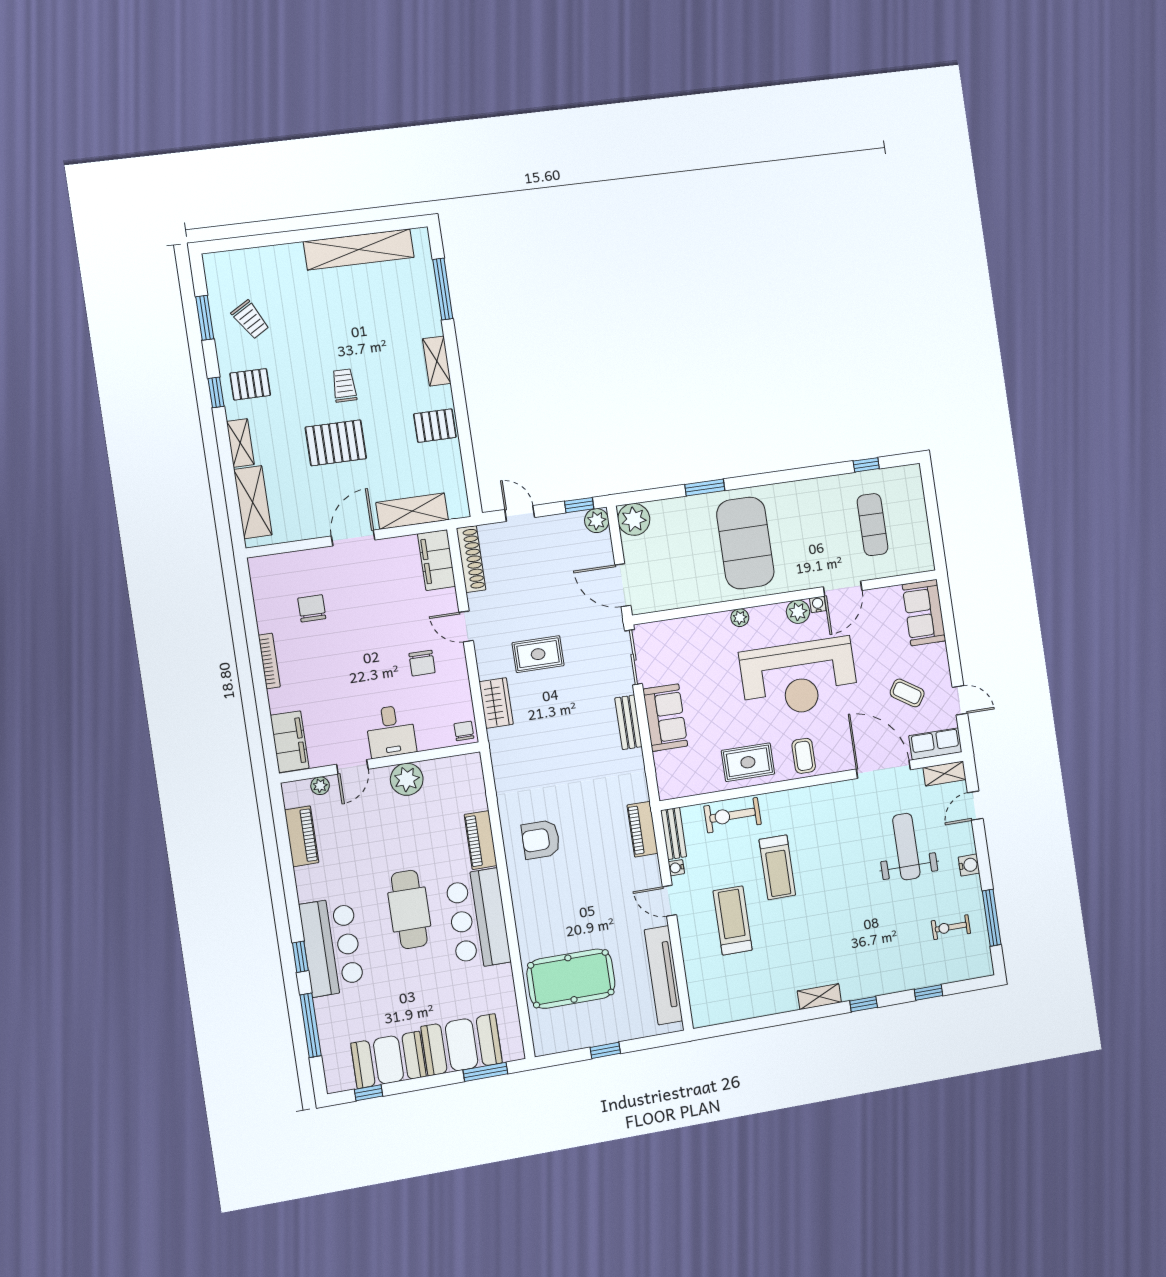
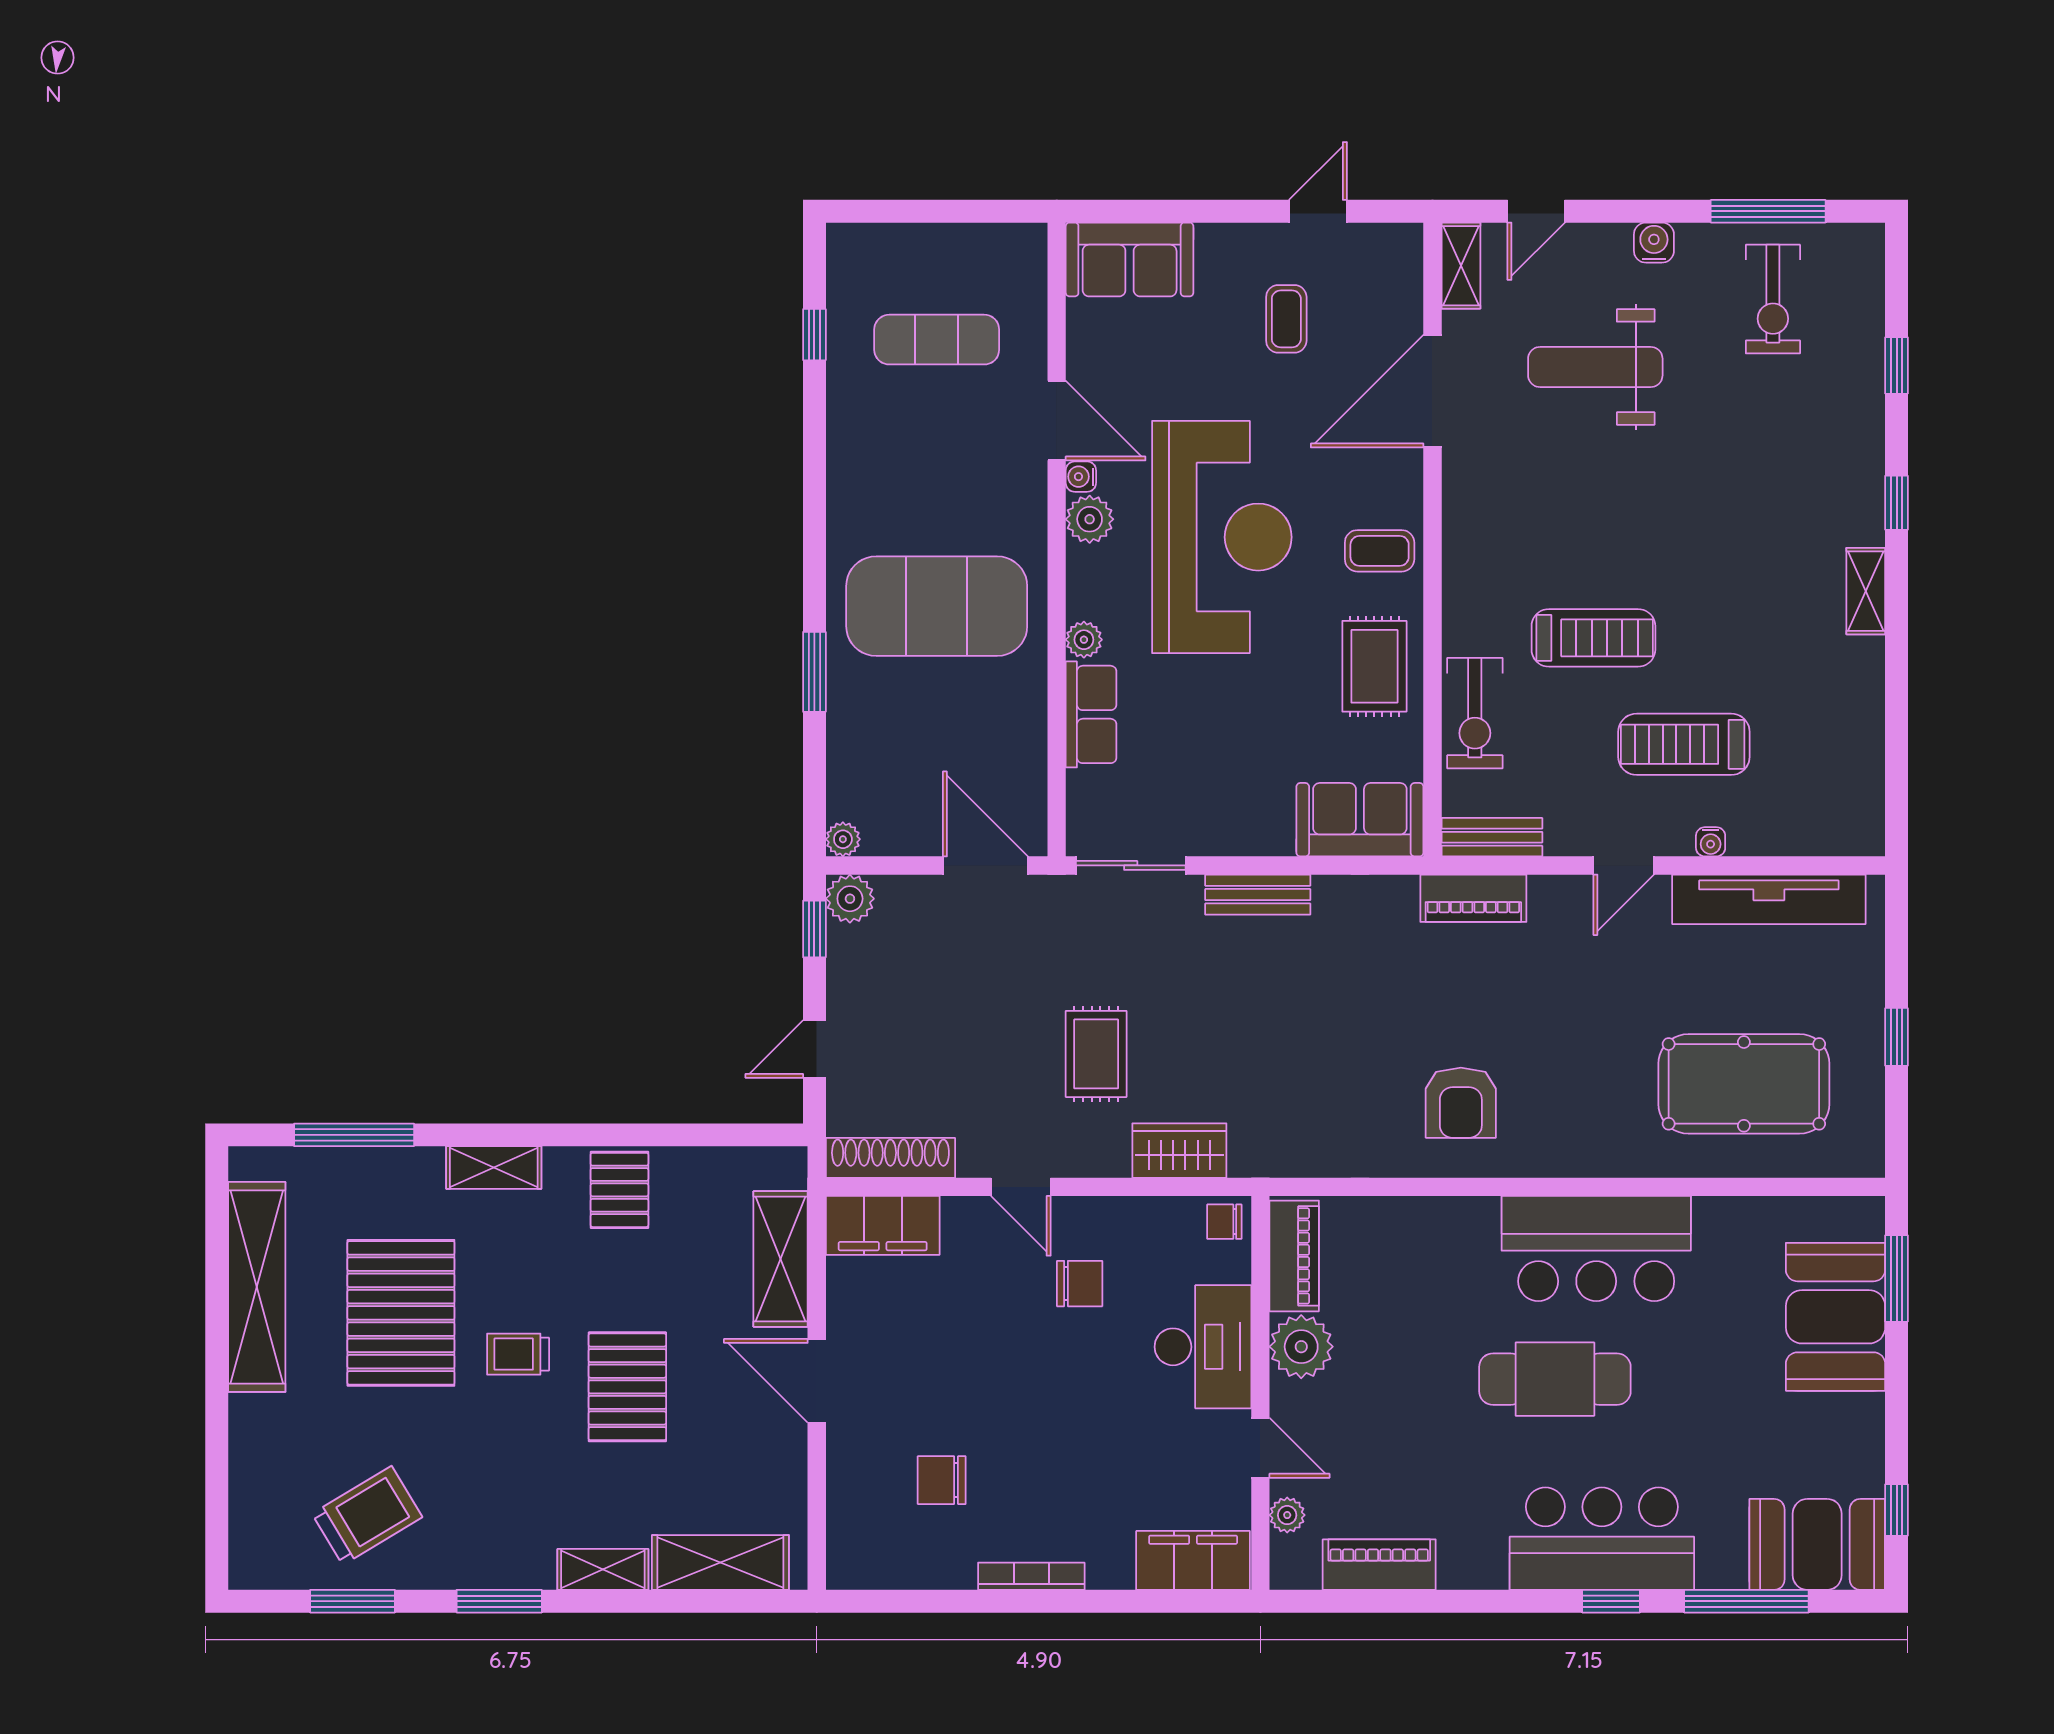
trolley: (250, 320) -> (367, 1515), width x1.36, depth x1.39
pallet: (250, 384) -> (401, 1313), moved, width x2.05, depth x2.00
window: (216, 392) -> (499, 1601), width x1.50
plant: (634, 519) -> (843, 839), width x0.53, depth x0.53
door: (623, 585) -> (985, 865), swing flipped
door: (466, 626) -> (1021, 1187), hinge flipped
coffee table: (907, 693) -> (1286, 319), turned -33
sofa: (665, 718) -> (1360, 820), moved
desk: (391, 731) -> (1203, 1347), width x1.37
row of seats: (935, 744) -> (1091, 714), moved, turned 180
door: (975, 806) -> (1536, 211), hinge flipped
piano: (481, 840) -> (1294, 1256), moved, turned -90
water cooler: (676, 868) -> (1711, 842), moved
exercise bike: (951, 927) -> (1773, 299), width x1.38, depth x1.39
pool table: (571, 979) -> (1744, 1084), turned 90
booth: (388, 1060) -> (1817, 1544), moved, turned 90

